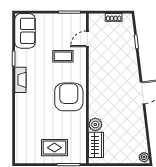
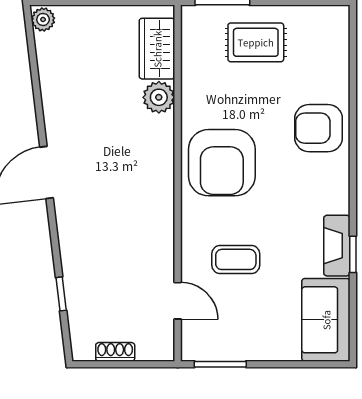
door: (87, 39) -> (178, 301), hinge flipped
fireplace: (20, 80) -> (337, 246), moved
armchair: (28, 111) -> (319, 128), added

